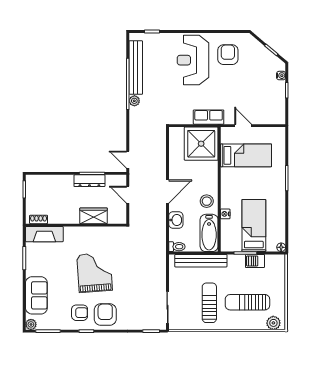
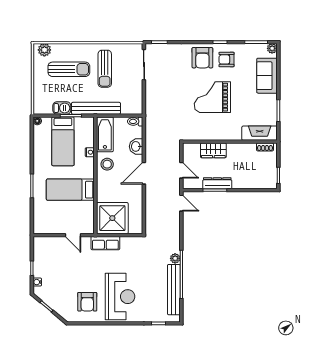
bed: (246, 155) -> (70, 190), moved
bench: (201, 261) -> (96, 108), moved
grand piano: (95, 273) -> (212, 97), turned 94

